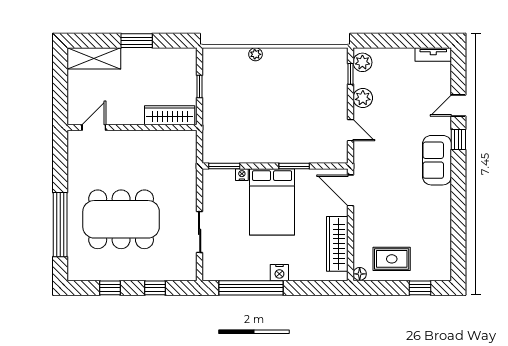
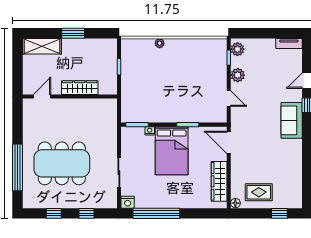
wardrobe: (170, 115) -> (80, 88), moved
nightstand: (279, 273) -> (128, 202), moved

